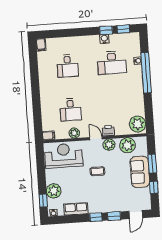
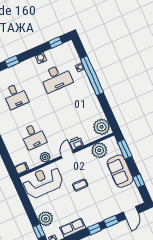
window: (106, 30) -> (12, 62), moved
door: (96, 138) -> (67, 154), hinge flipped
plant: (109, 145) -> (82, 156), removed
window: (152, 164) -> (125, 149), moved

